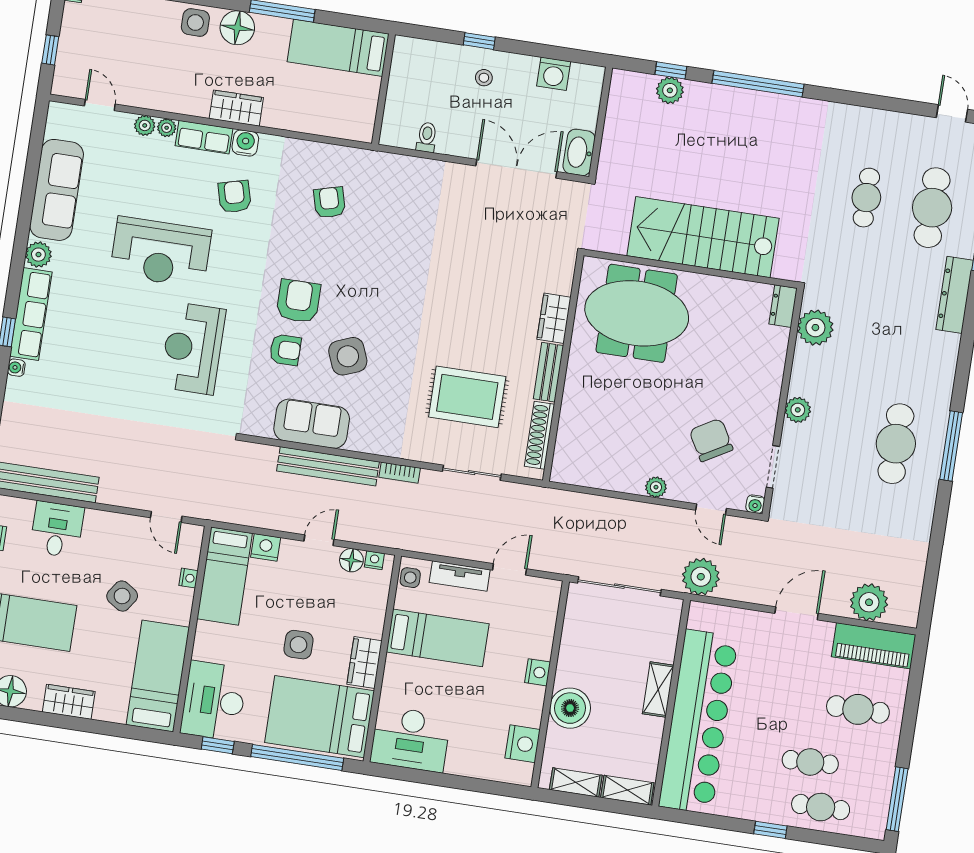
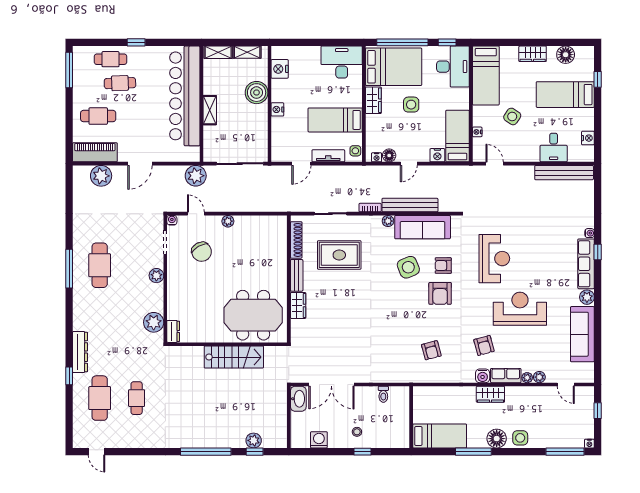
stairs: (703, 237) -> (234, 357), width x0.73, depth x0.66
sofa: (312, 424) -> (423, 227), width x1.36
plant: (371, 444) -> (388, 221), added

